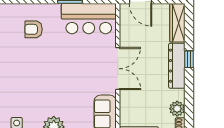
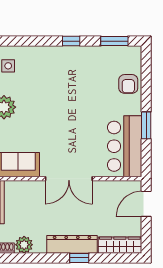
armchair: (34, 29) -> (128, 84), moved, turned 180

